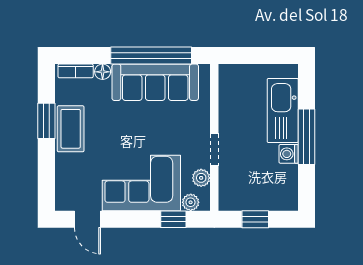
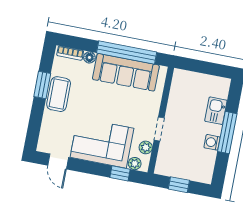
kitchen sink: (283, 111) -> (216, 111), width x0.53, depth x0.81

